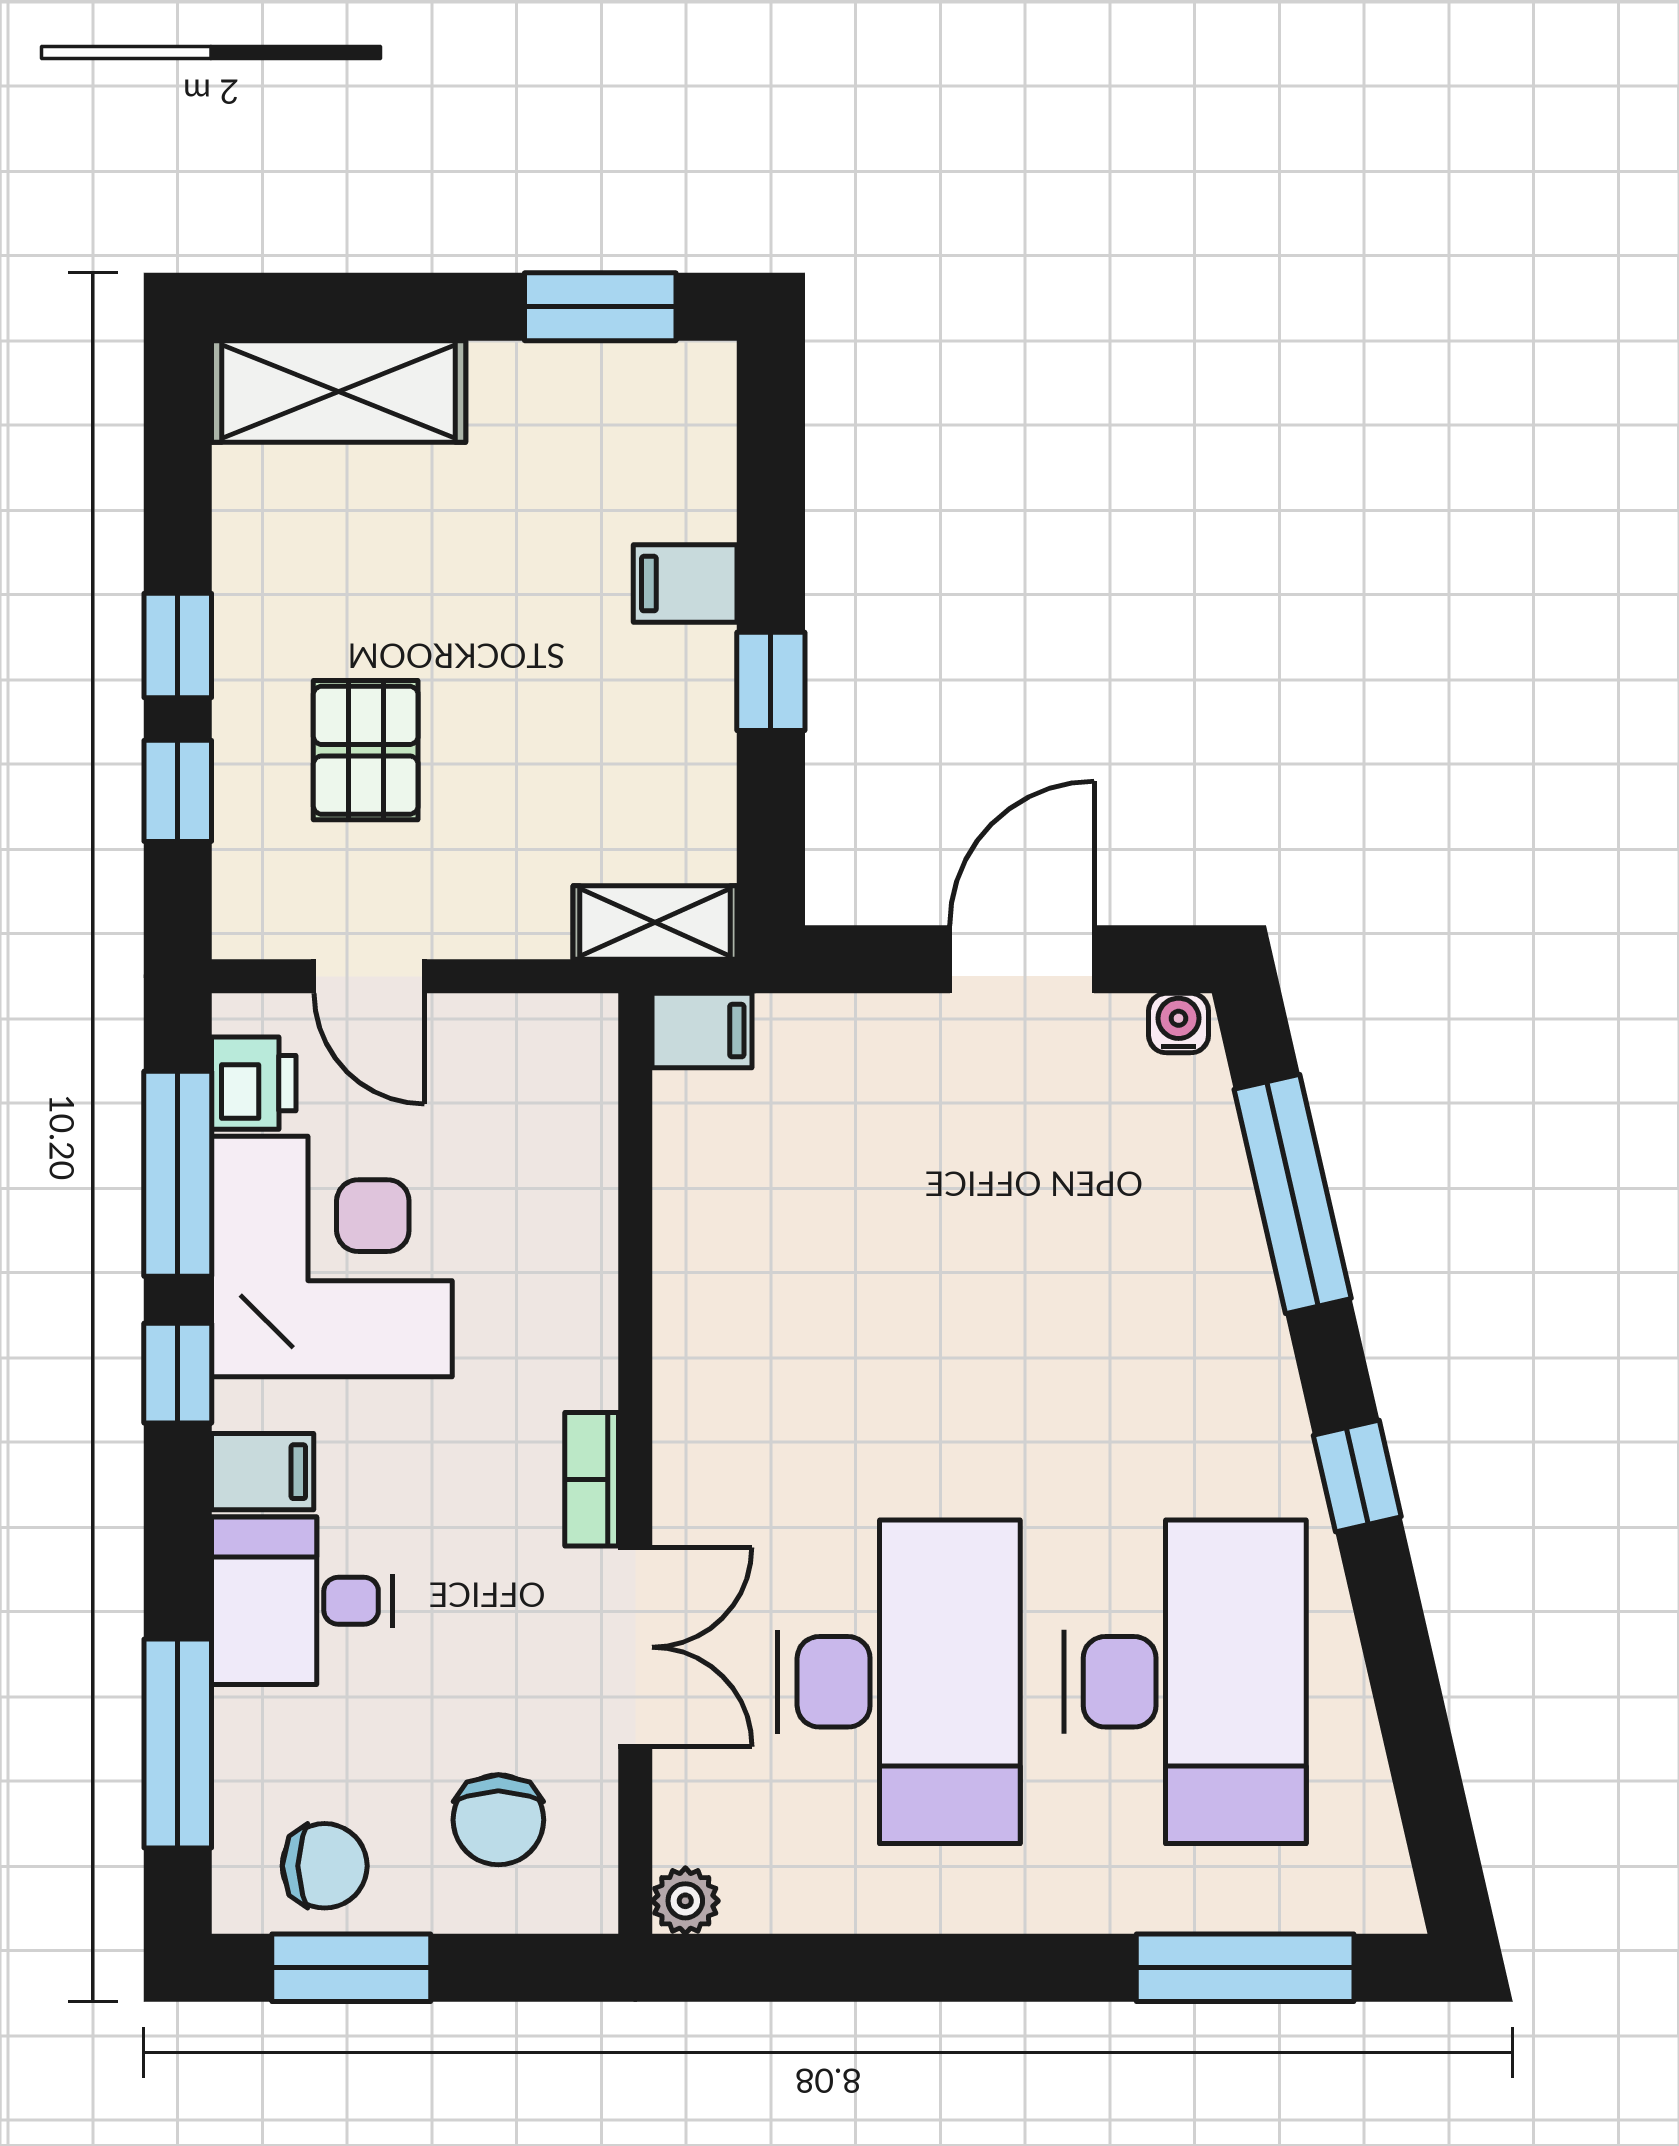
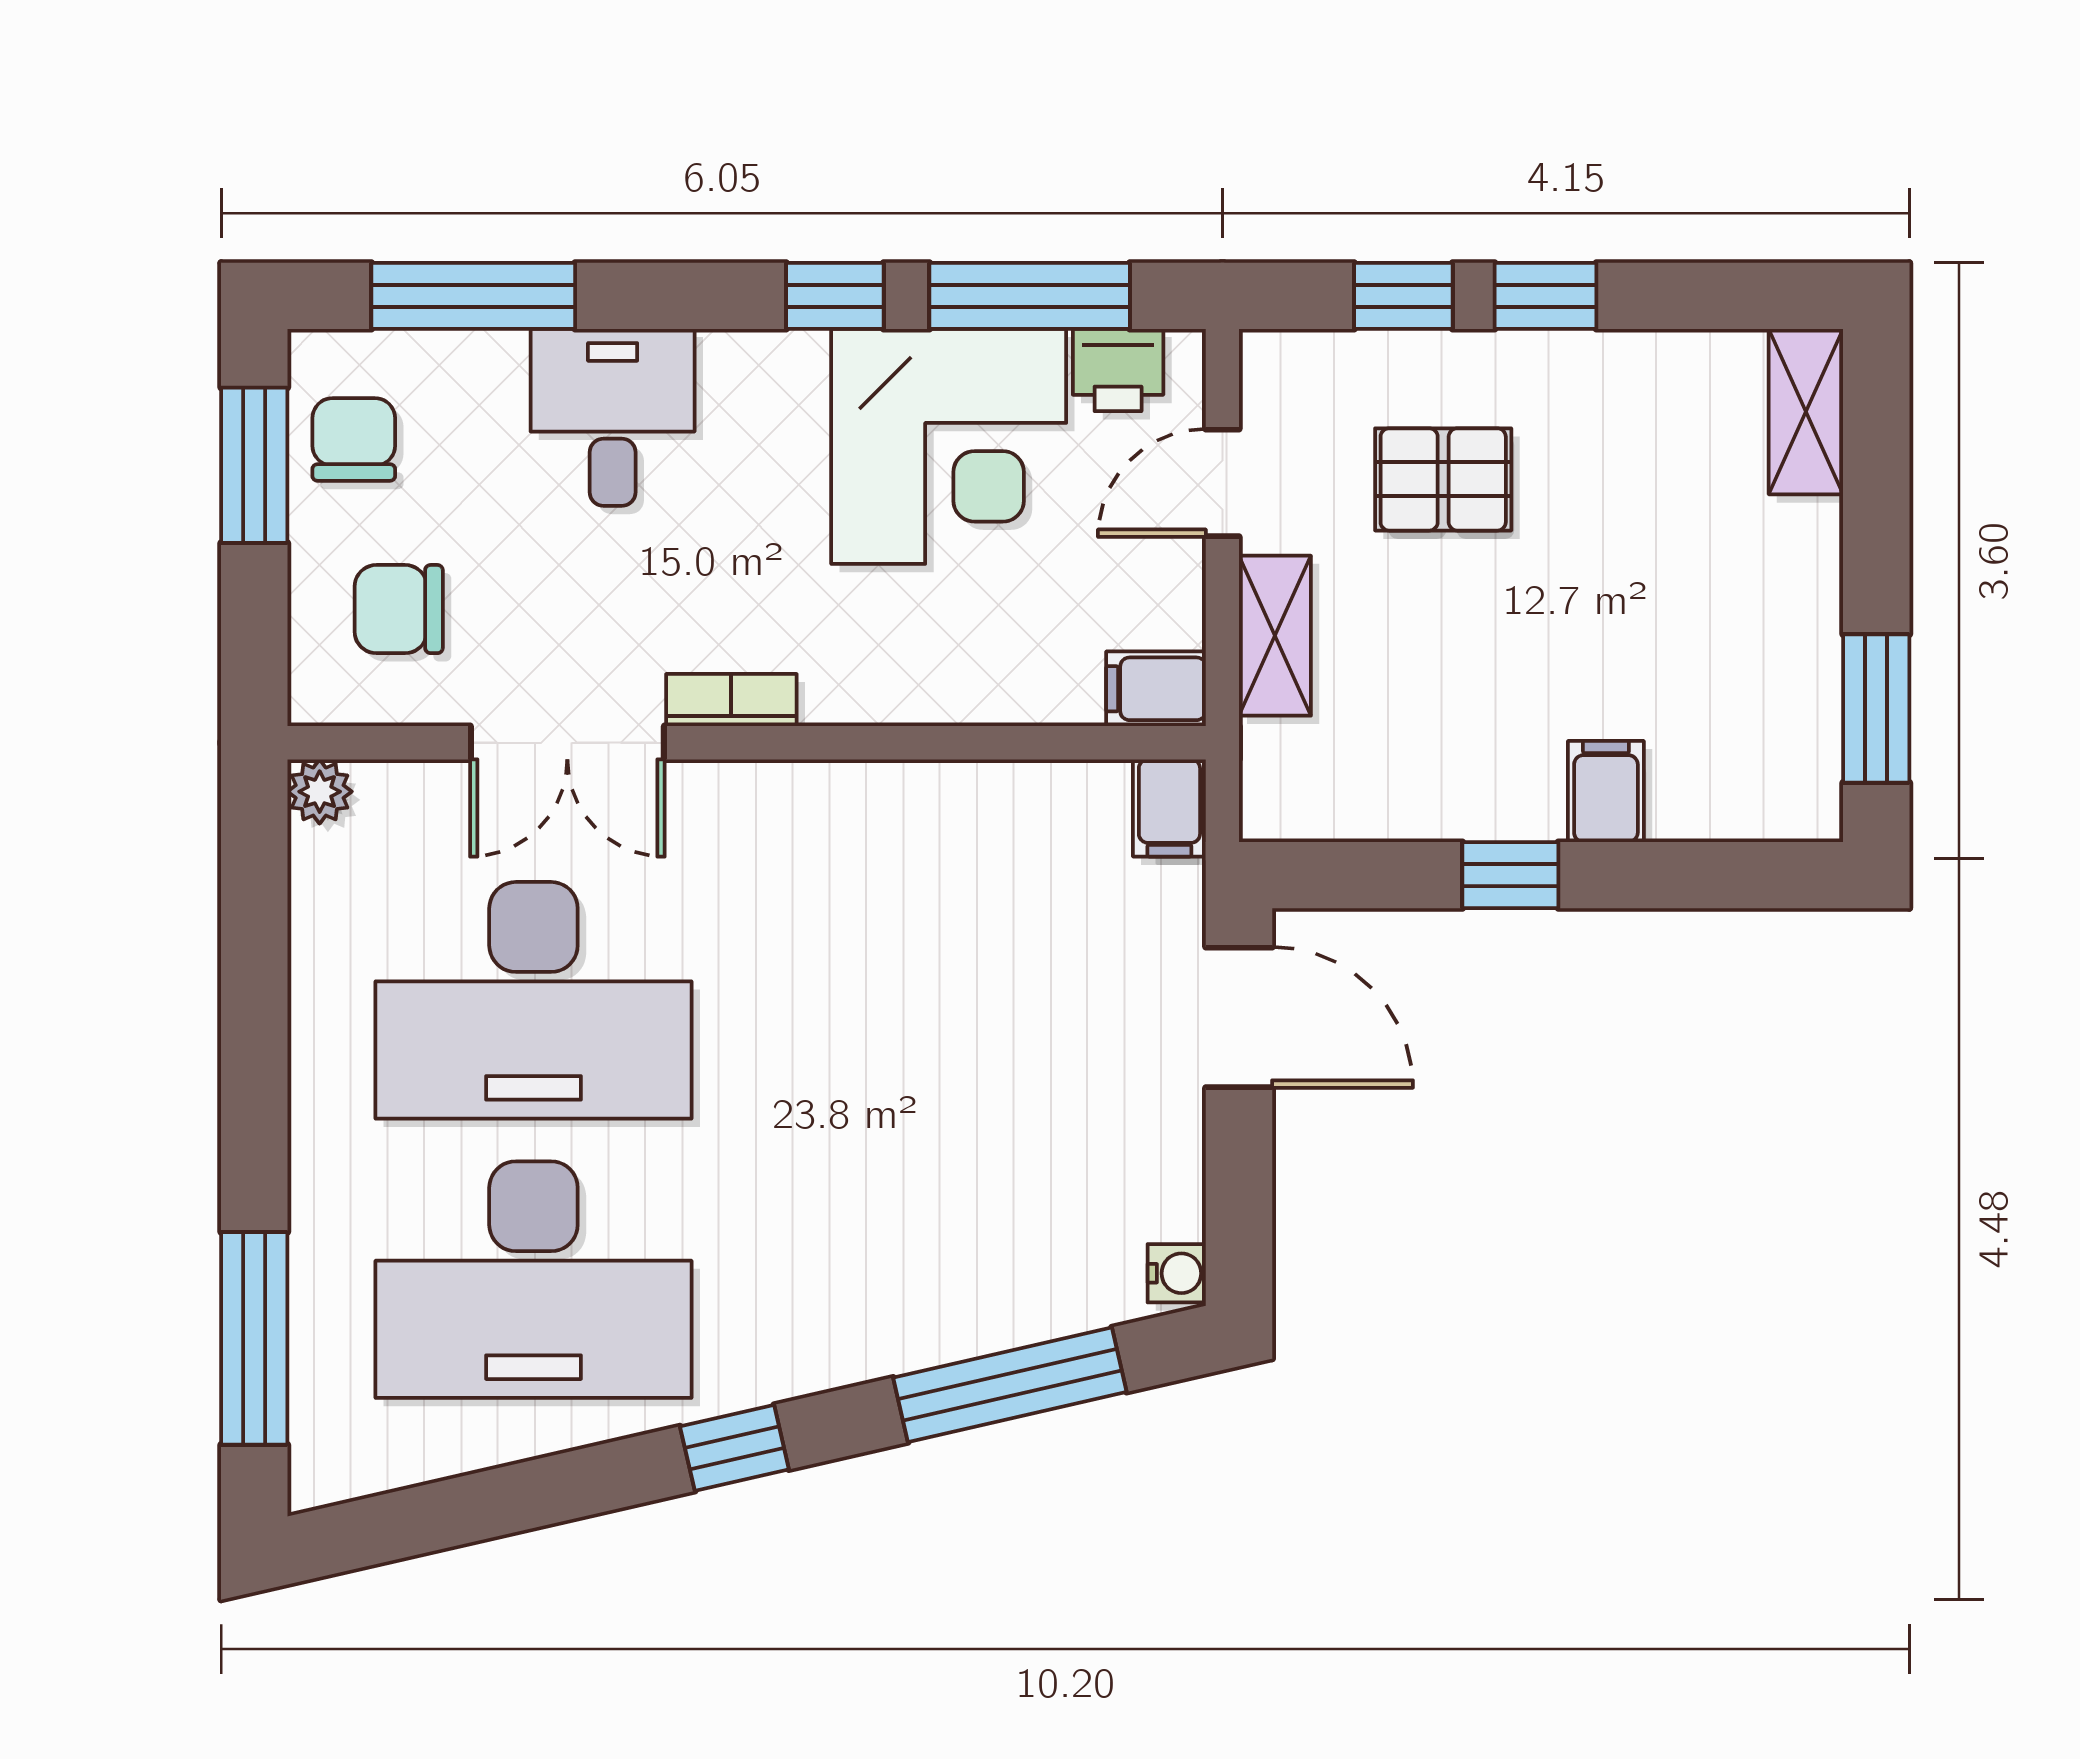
shelving: (339, 392) -> (1806, 412), width x0.67, depth x0.75
shelving: (655, 922) -> (1275, 636), moved
door: (1022, 959) -> (1239, 1017), moved
filing cabinet: (263, 1472) -> (1156, 689), moved, turned 90
chair: (325, 1866) -> (354, 439), turned 180

